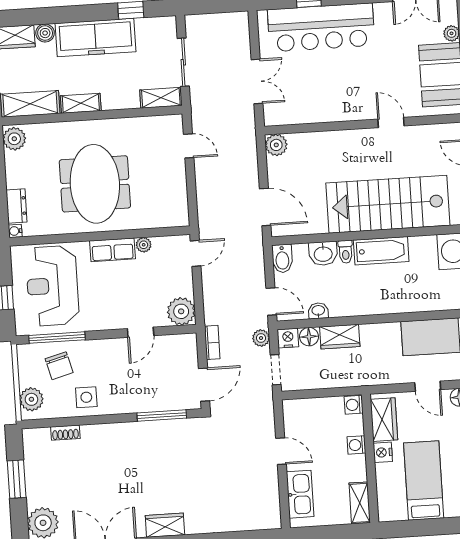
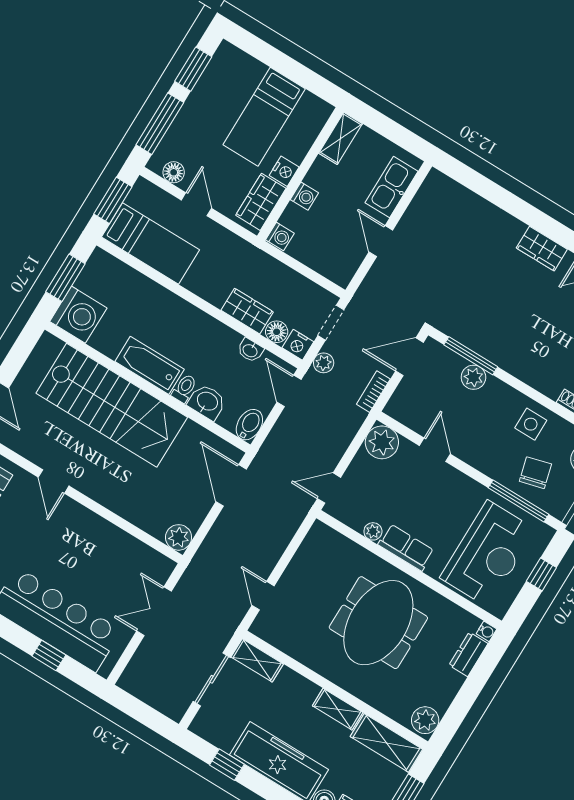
door: (141, 332) -> (435, 450), hinge flipped
plant: (149, 402) -> (473, 377), added

